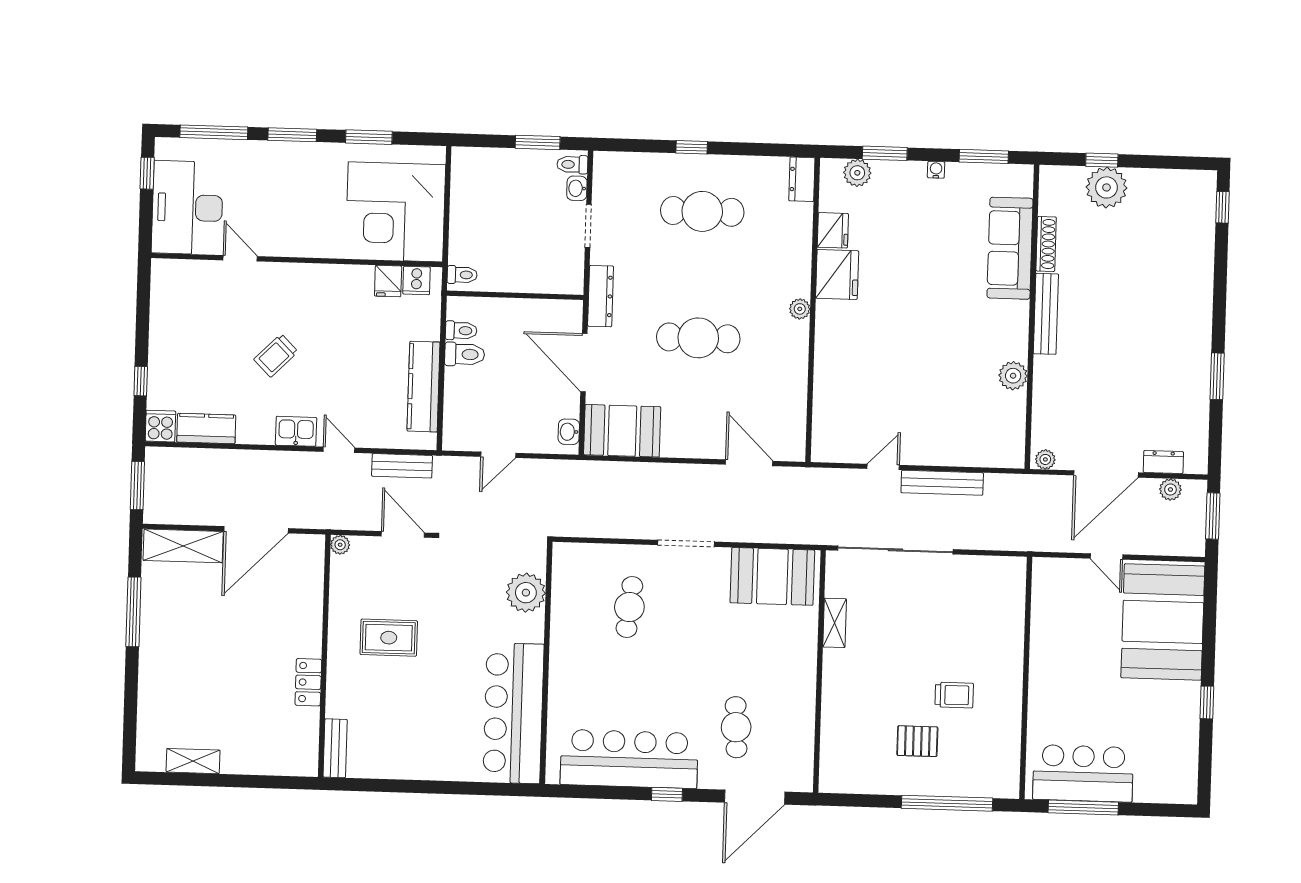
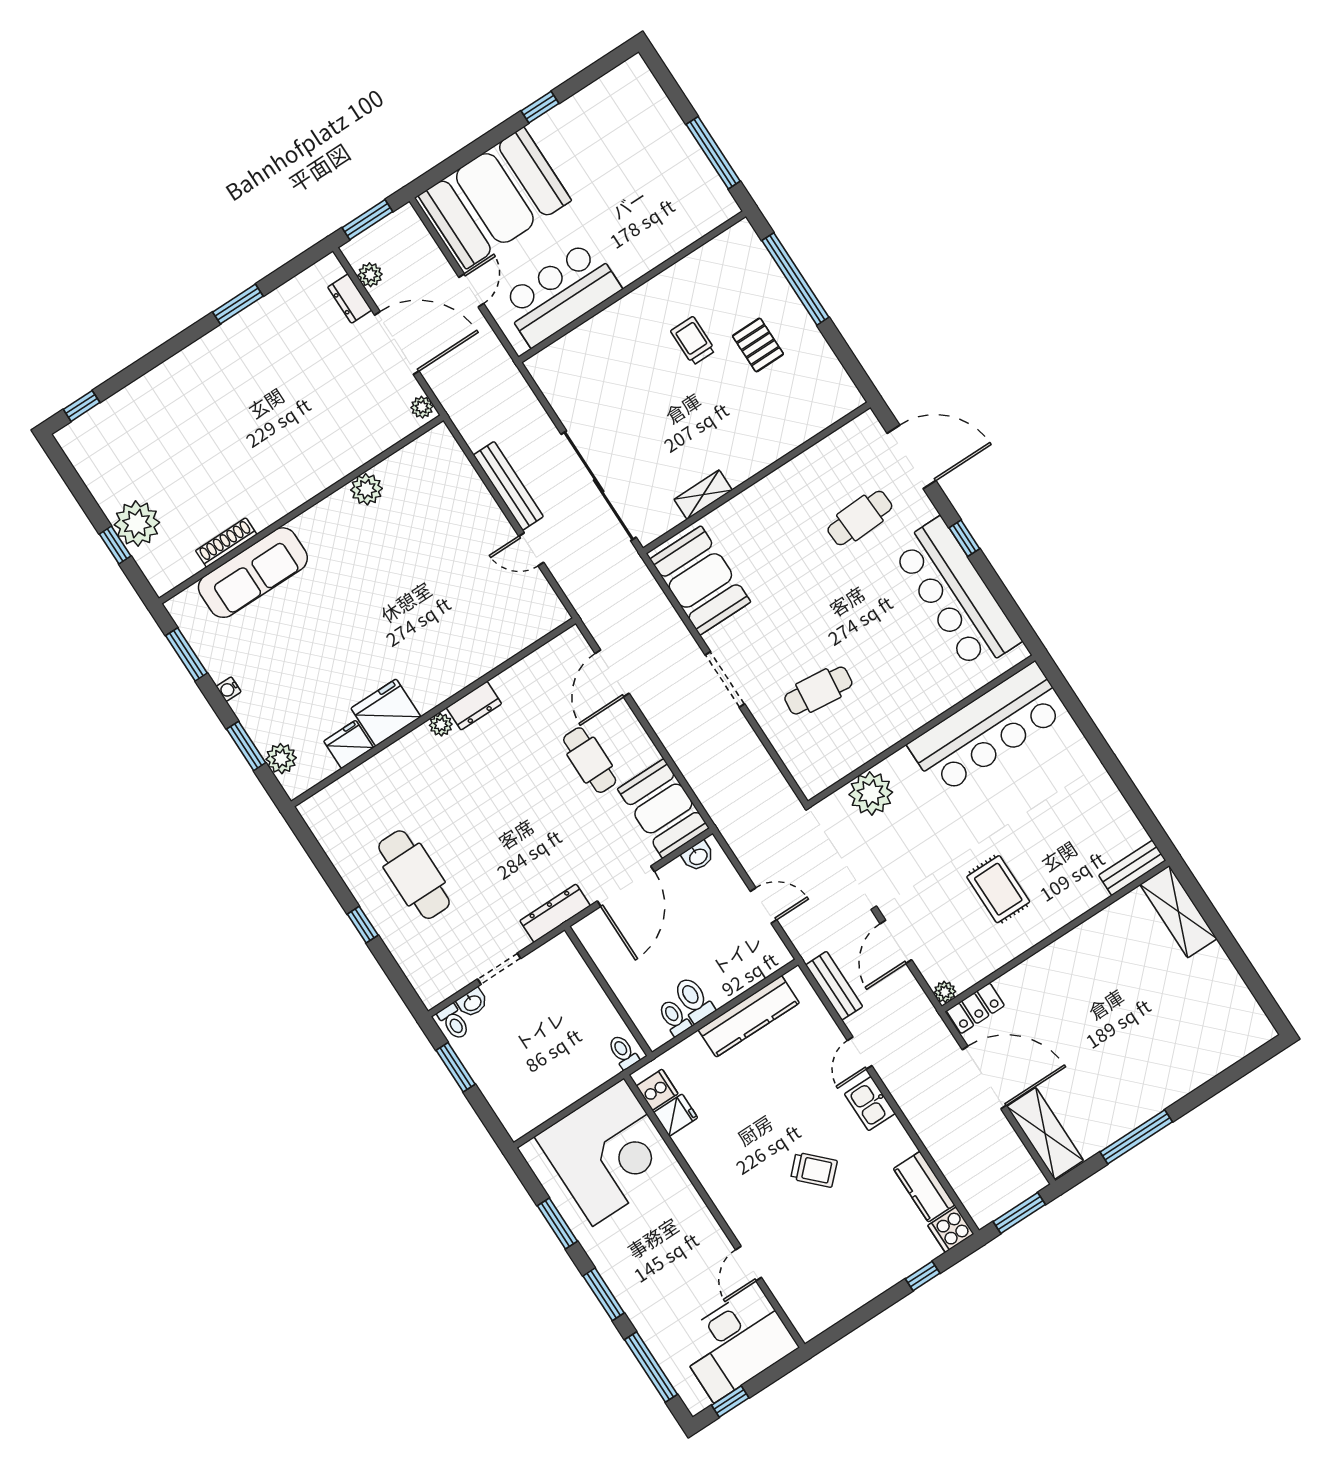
dresser: (802, 179) -> (474, 706), moved
bench: (1046, 314) -> (290, 499), removed
cafe table: (698, 338) -> (590, 760), moved, width x0.73, depth x0.74
locker: (308, 682) -> (975, 1008), moved
shelving: (193, 761) -> (1178, 912), moved, width x1.50, depth x1.33
bar counter: (1083, 773) -> (561, 294), moved, turned 90

